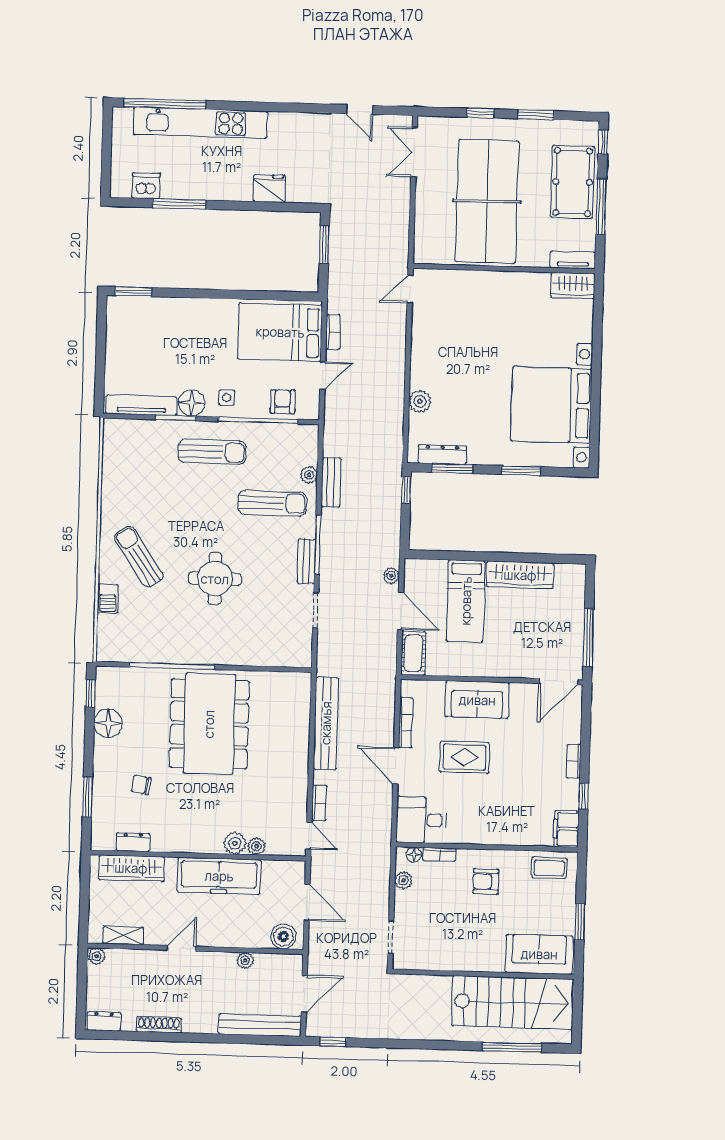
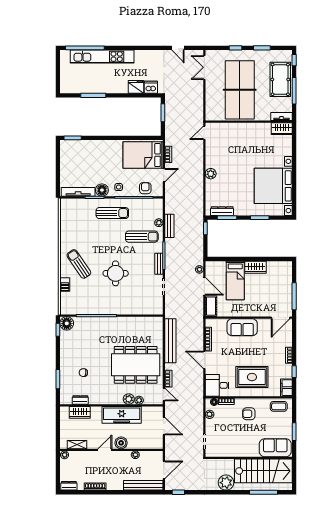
dishwasher: (146, 186) -> (151, 87), moved
plant: (420, 401) -> (211, 174), moved
wardrobe: (520, 575) -> (255, 267), width x0.67
floor lamp: (108, 723) -> (67, 323), moved
dining table: (209, 724) -> (136, 365), moved, turned 90
rug: (465, 757) -> (252, 377), moved, width x1.36, depth x1.43
wardrobe: (131, 868) -> (80, 412), width x0.67
boiler: (283, 937) -> (121, 443), moved
plant: (434, 1024) -> (226, 483), added

